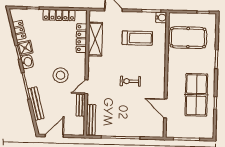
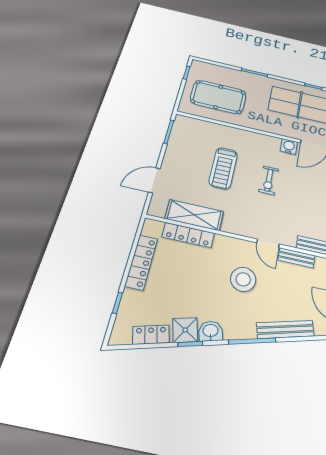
water cooler: (161, 17) -> (289, 147), moved
treadmill: (137, 38) -> (223, 168), moved, turned 180
pool table: (188, 38) -> (218, 97), turned 90

